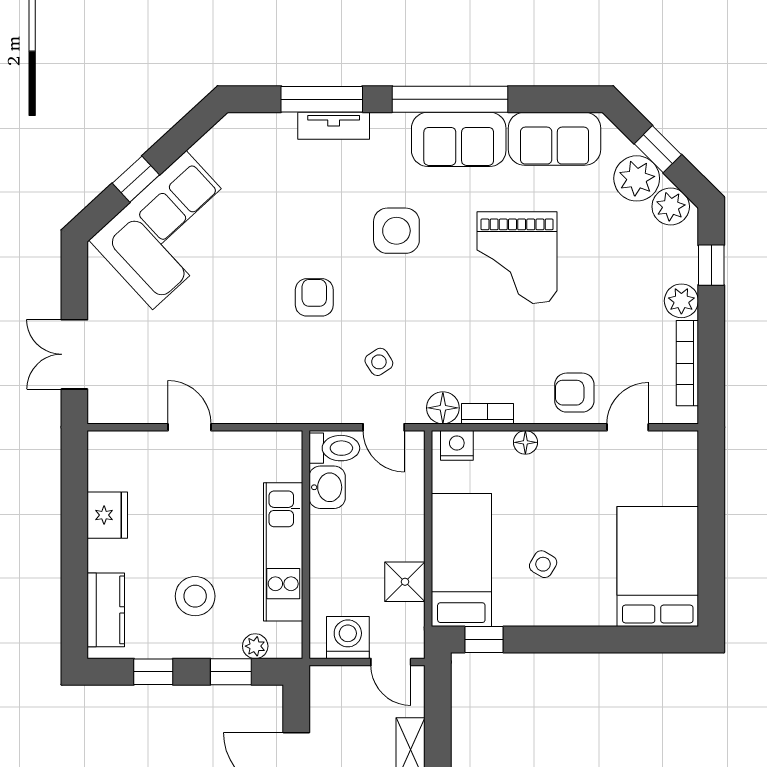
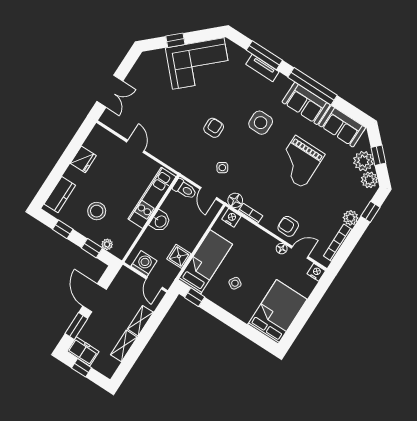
corner sofa: (169, 230) -> (198, 64), moved
double door: (74, 354) -> (110, 91), swing flipped
floor lamp: (525, 442) -> (282, 249), moved
nightstand: (683, 445) -> (316, 272), added
washbasin: (327, 487) -> (160, 221), moved
kitchen unit: (283, 552) -> (152, 198), moved

